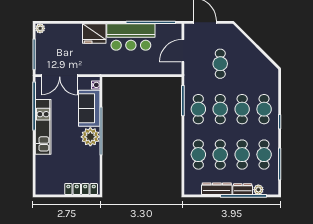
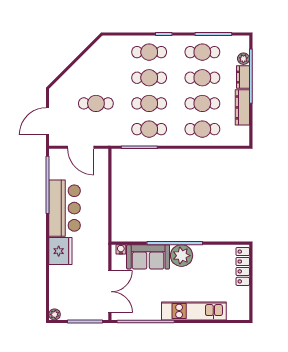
kitchen unit: (43, 127) -> (194, 311), moved

